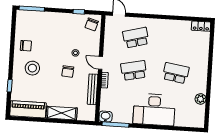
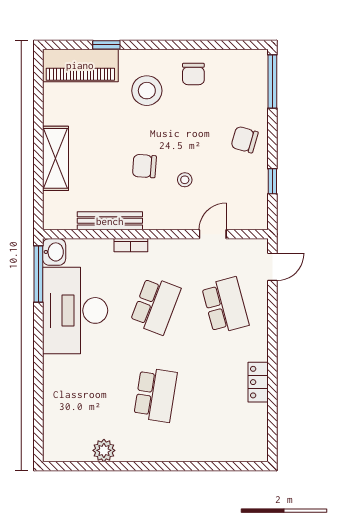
chair: (92, 24) -> (245, 140), moved
locker: (201, 26) -> (258, 382), moved
door: (101, 63) -> (213, 234), moved
school desk: (134, 70) -> (155, 305), turned 33
piano: (28, 109) -> (80, 65), moved, turned 90
desk: (154, 110) -> (75, 310), moved

